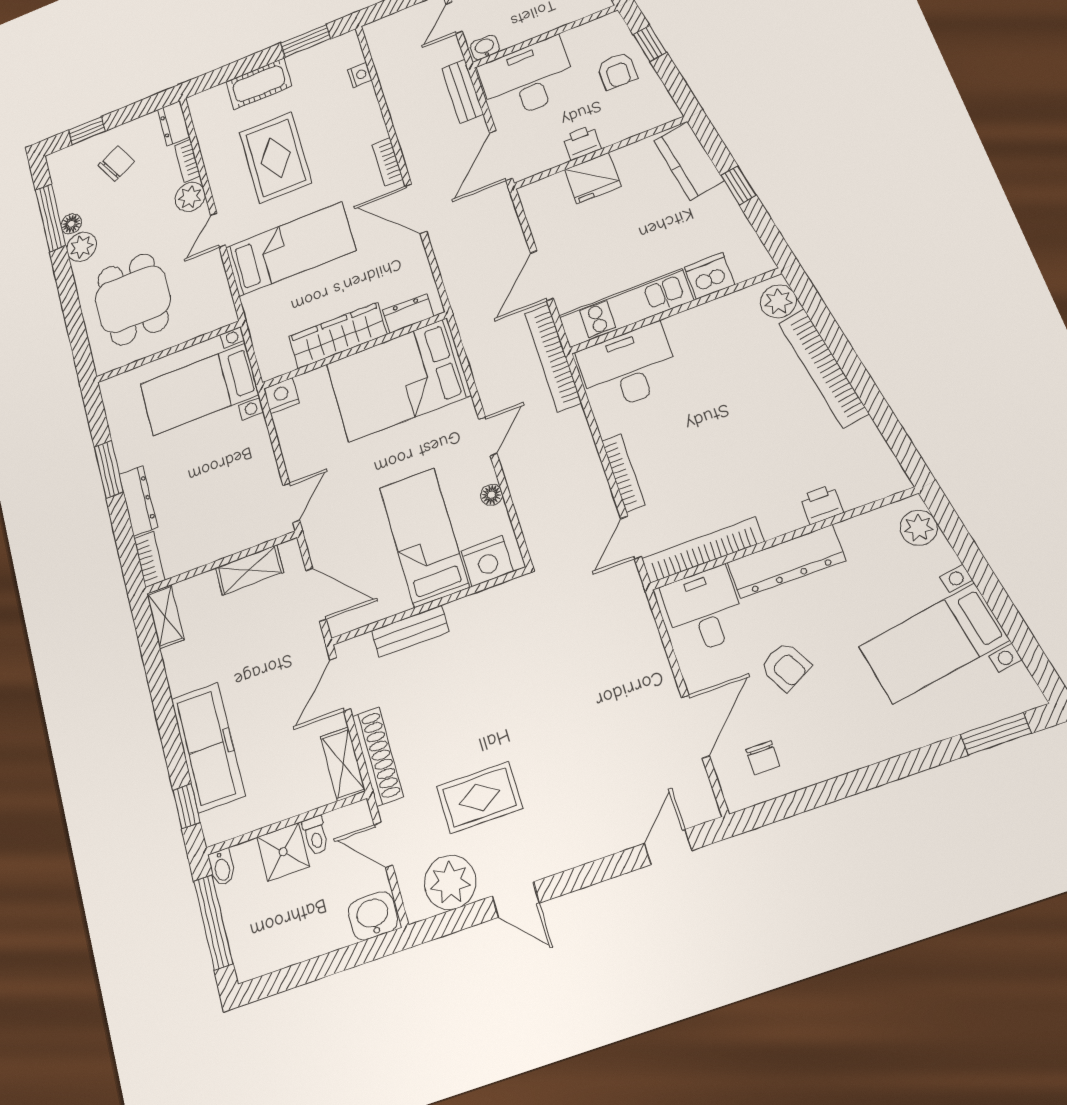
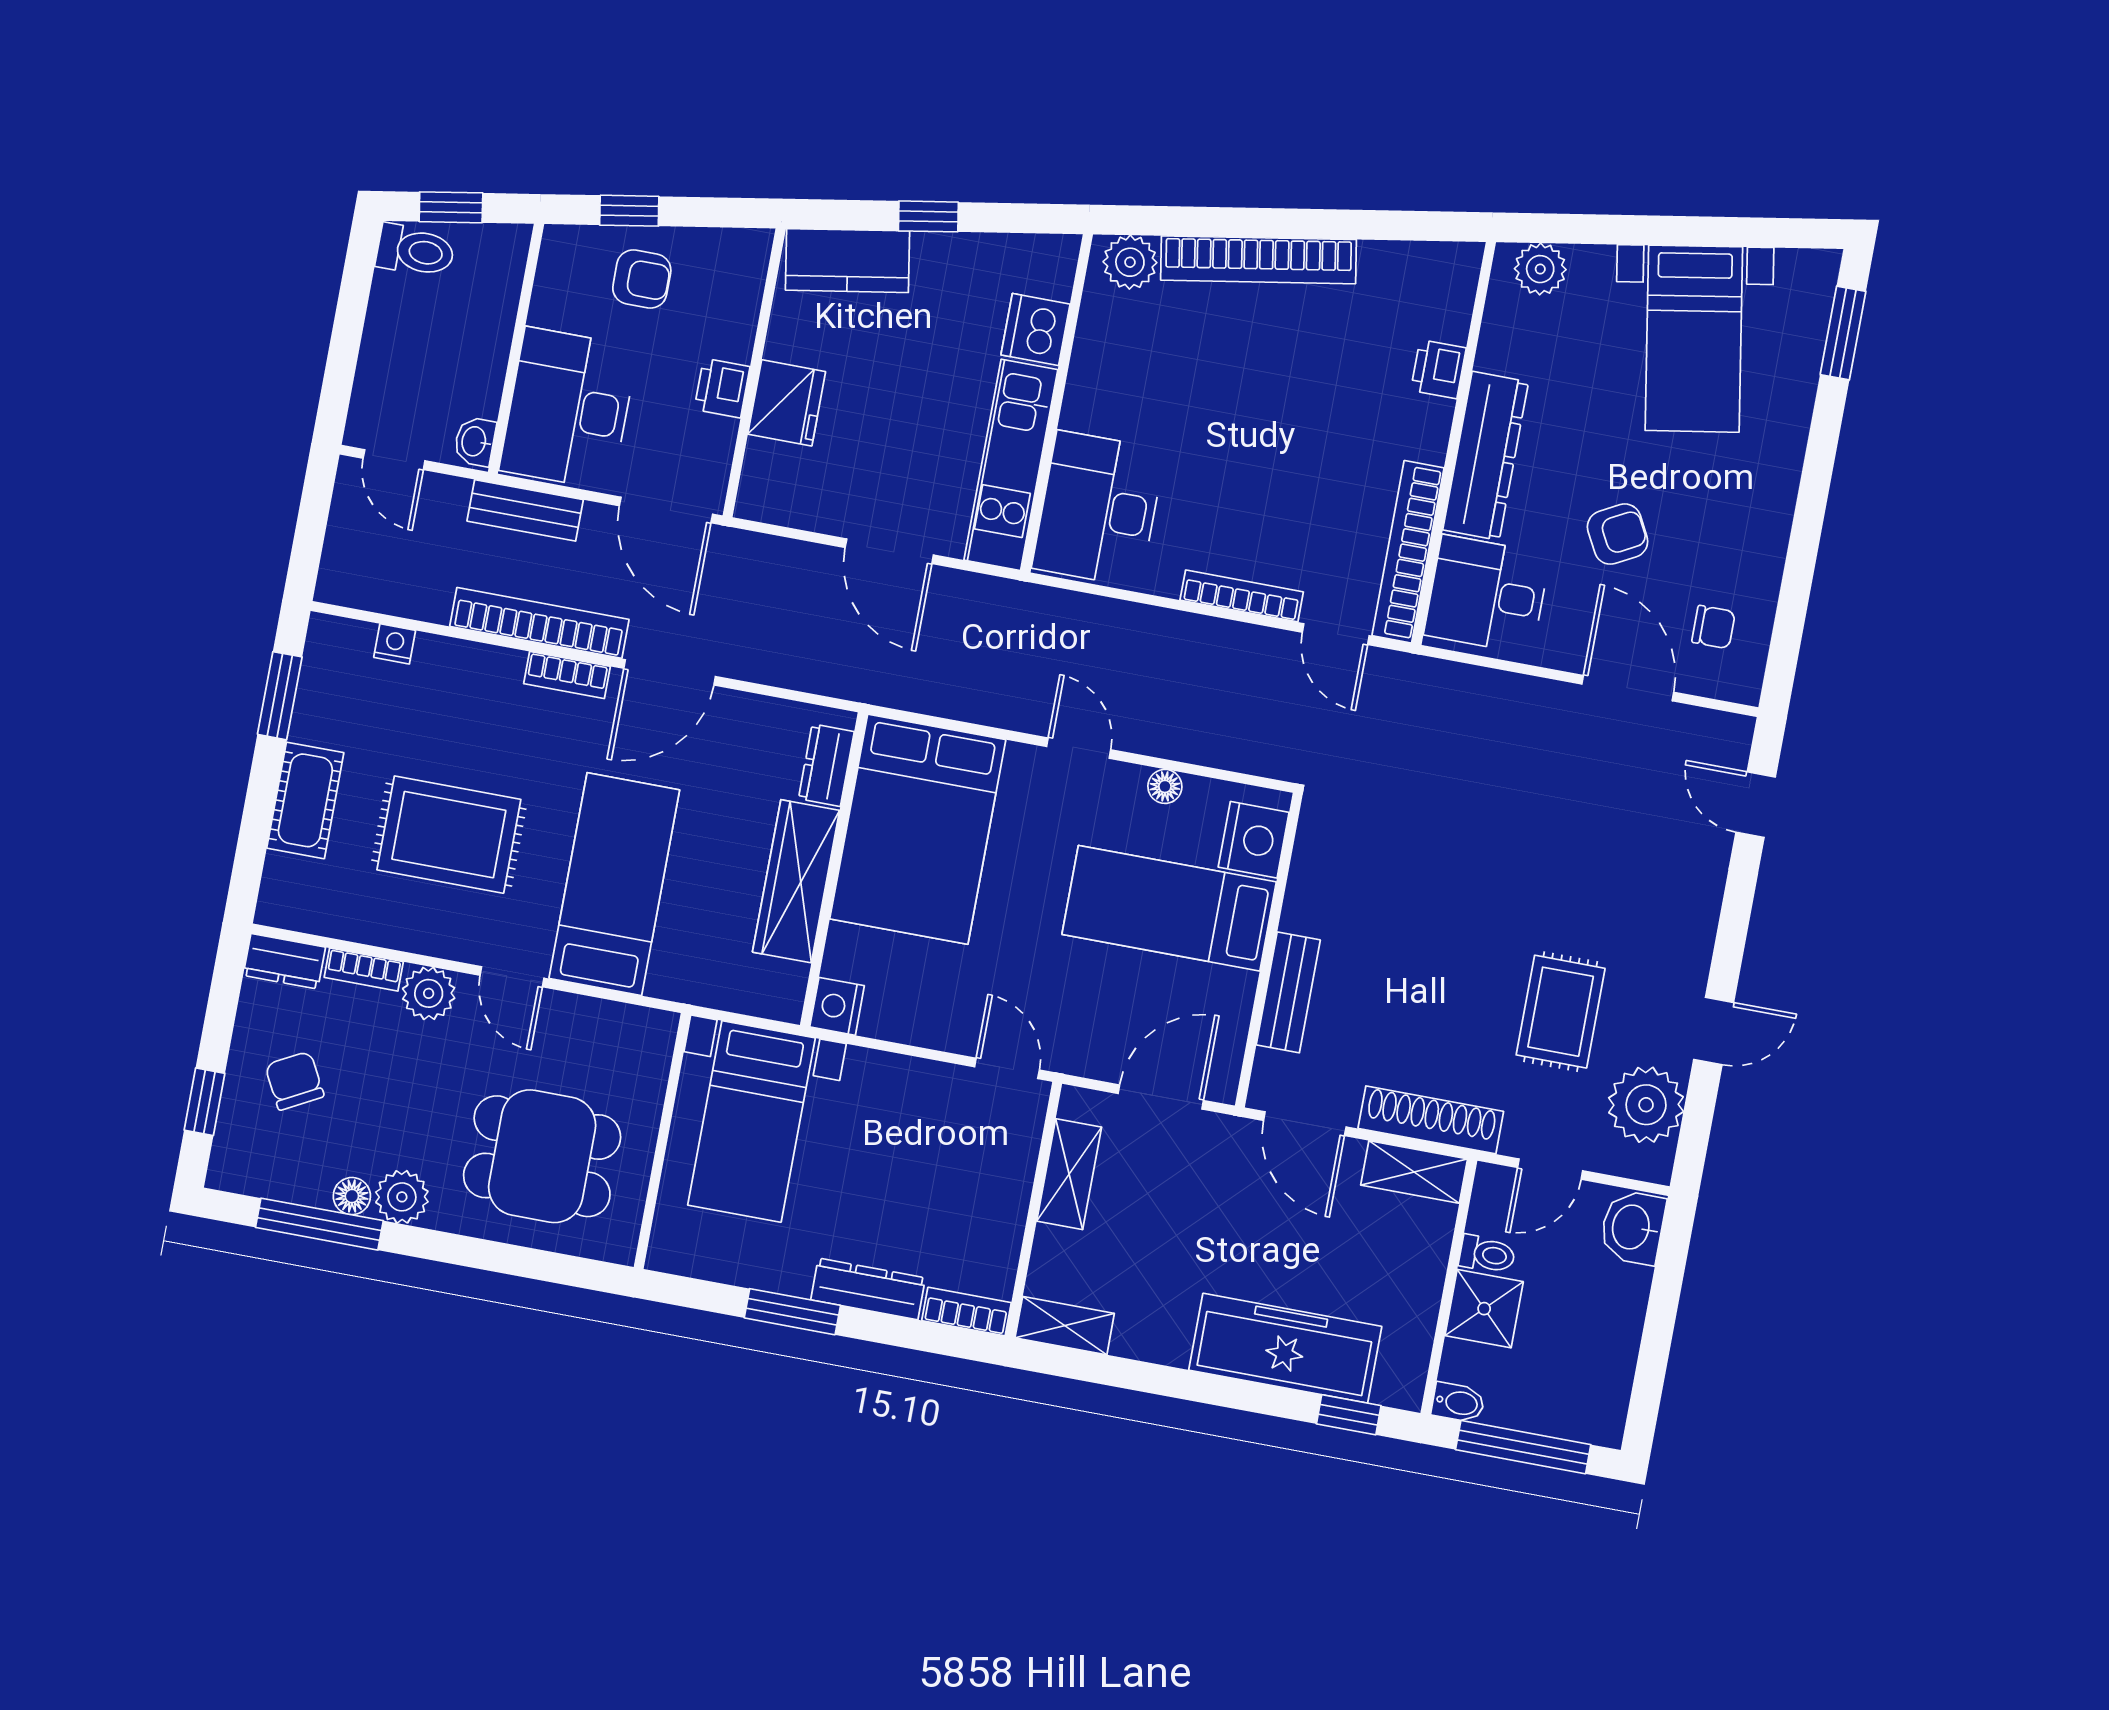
bookcase: (553, 358) -> (539, 623), moved, turned 180

